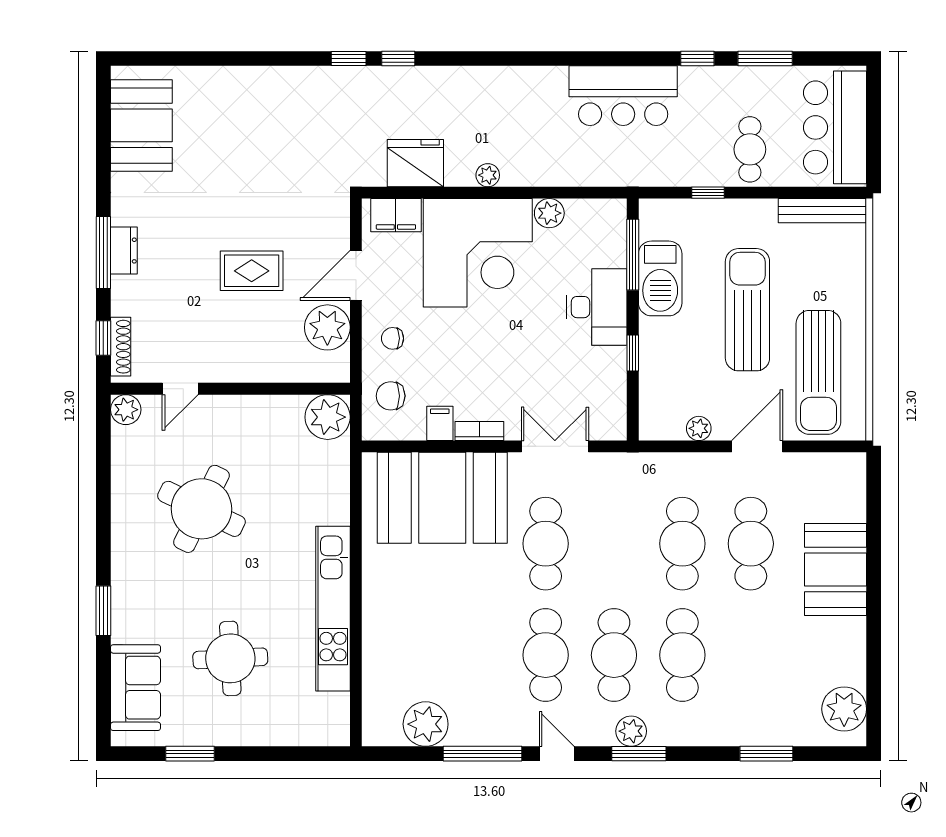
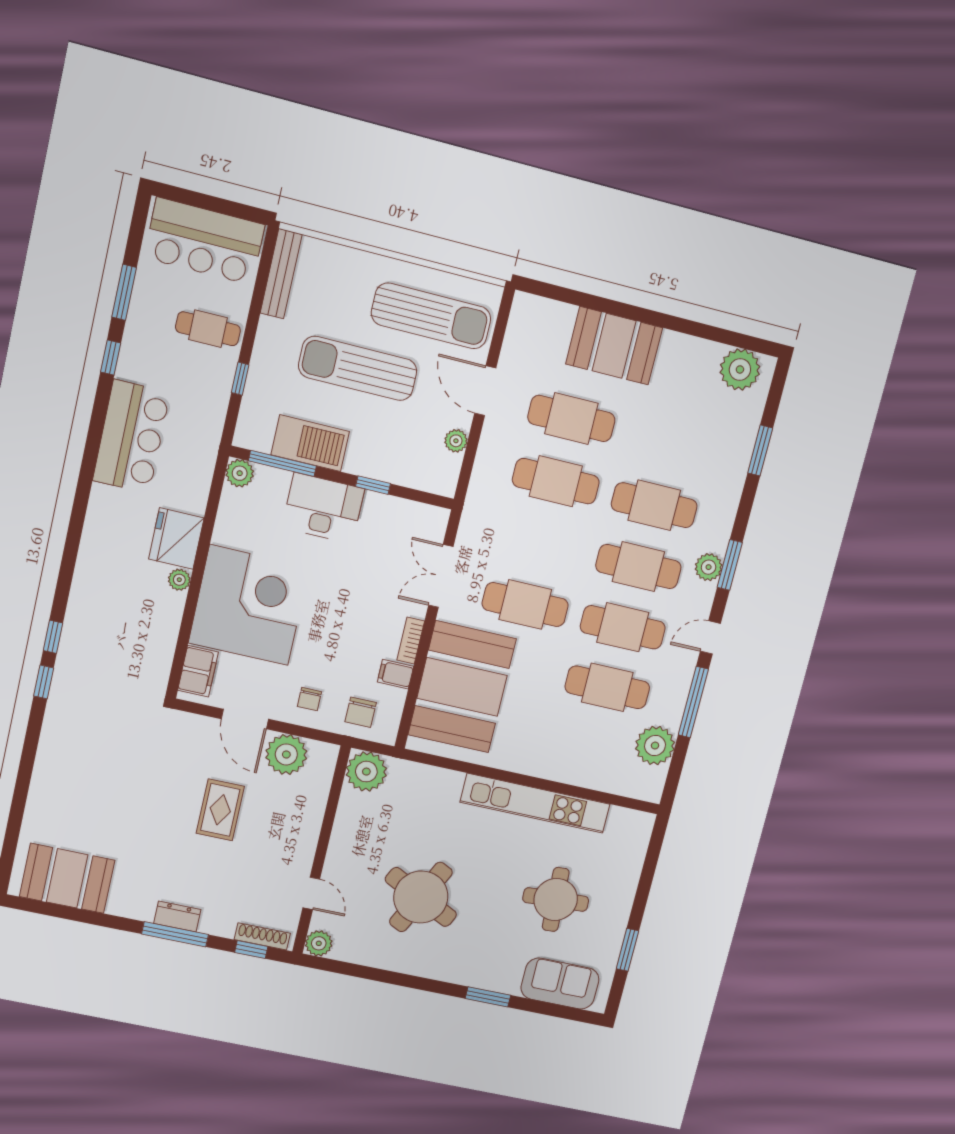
fridge: (415, 163) -> (176, 539), moved
plant: (549, 213) -> (240, 473), moved
cafe table: (477, 655) -> (607, 687), added

